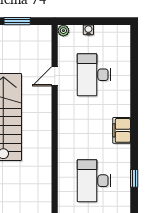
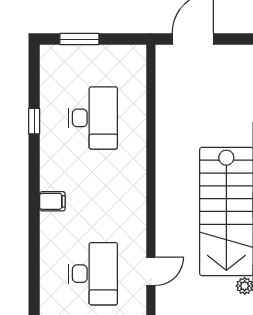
filing cabinet: (122, 130) -> (52, 201), width x0.50

